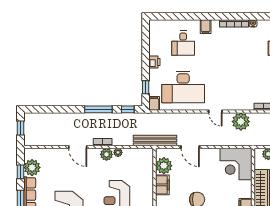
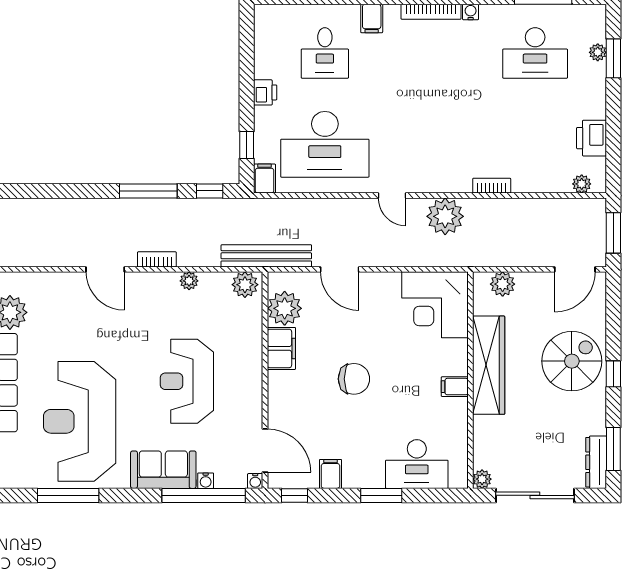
plant: (106, 154) -> (245, 285), moved

